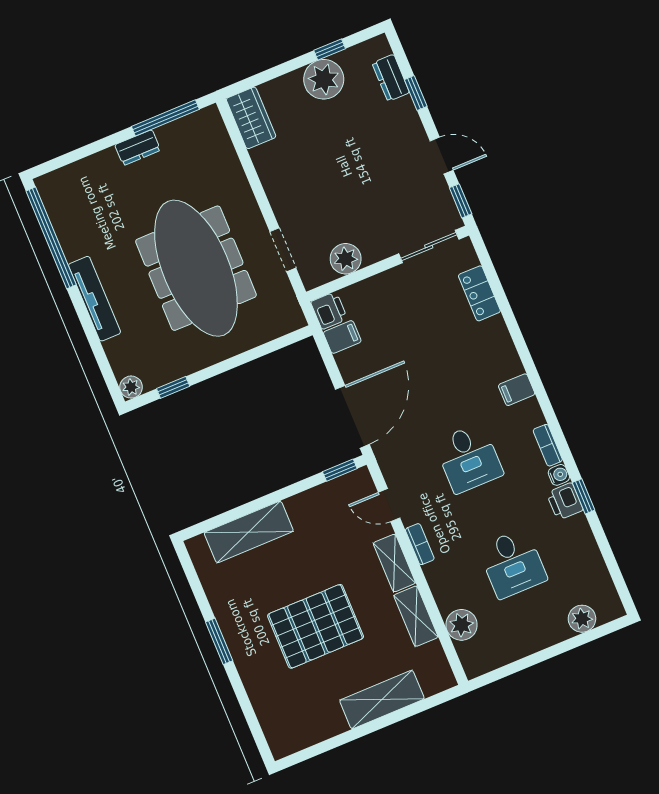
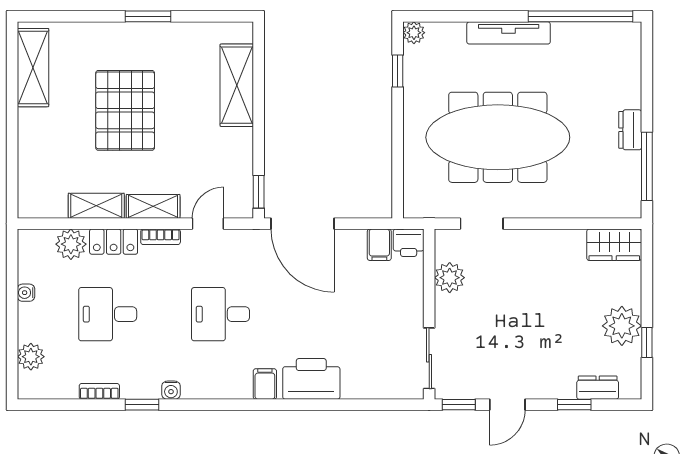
locker: (479, 293) -> (114, 242), moved, turned 180
bookcase: (548, 445) -> (99, 391), moved
printer: (565, 501) -> (311, 379), moved, width x1.87, depth x1.48
water cooler: (524, 648) -> (26, 293), added
shelving: (382, 700) -> (33, 68), moved

